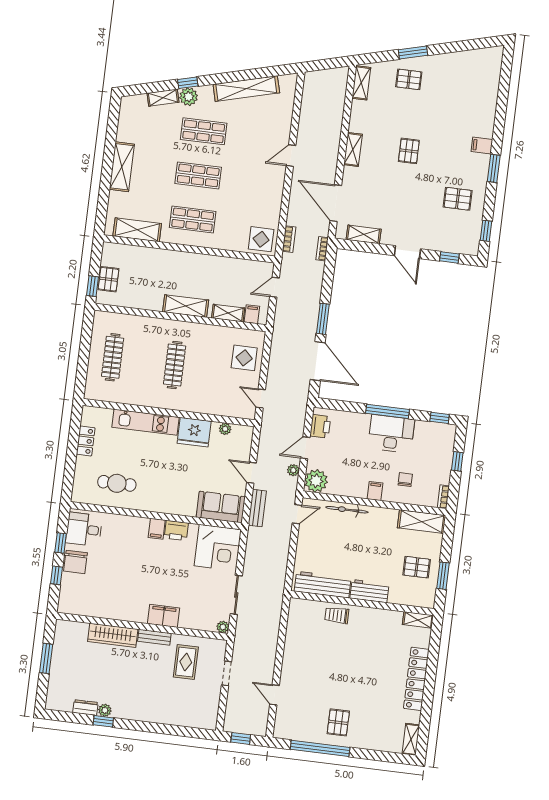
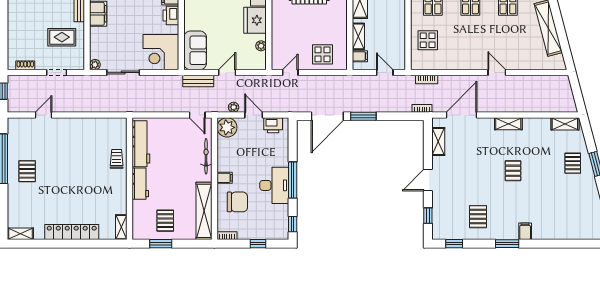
pallet: (409, 151) -> (513, 171), turned 90
display table: (261, 239) -> (428, 40), moved
chair: (405, 480) -> (237, 202), width x1.87, depth x1.87
shelving: (422, 522) -> (204, 211), width x1.47
shoe rack: (213, 709) -> (25, 65), added
pallet: (338, 722) -> (27, 171), turned 90

